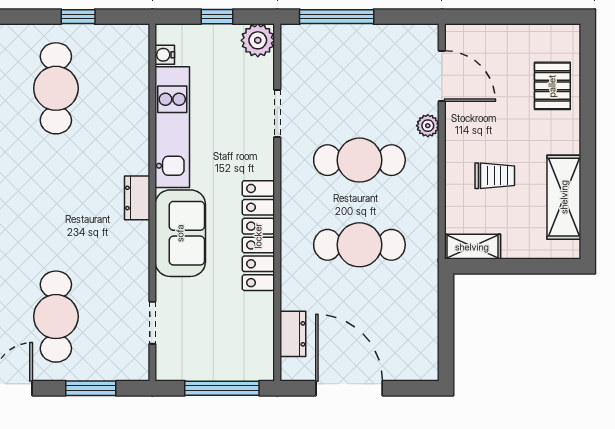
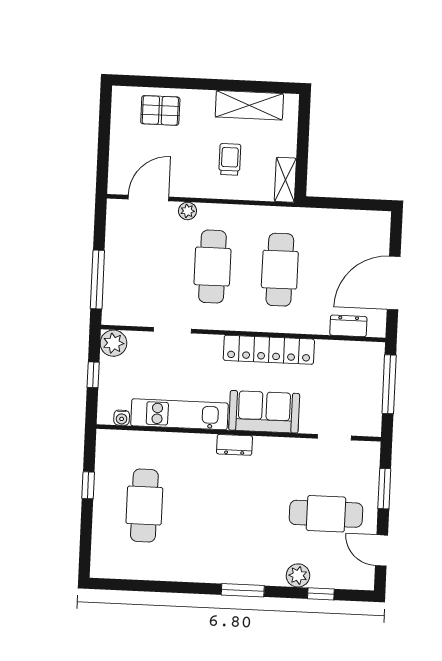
cafe table: (56, 88) -> (144, 506), turned 90

